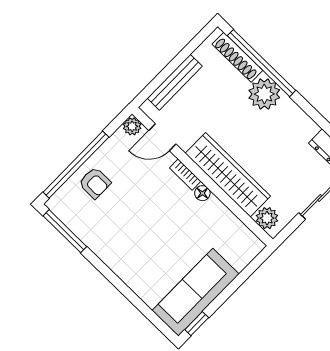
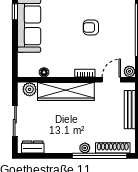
plant: (264, 94) -> (85, 148), width x0.53, depth x0.53
armchair: (95, 183) -> (91, 27), moved
floor lamp: (202, 193) -> (44, 72), moved

